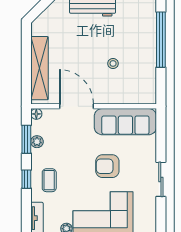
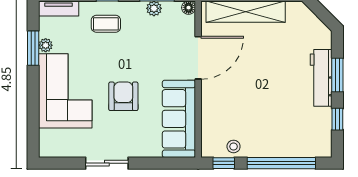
stool: (113, 63) -> (234, 146), moved
window: (161, 86) -> (224, 163), added

